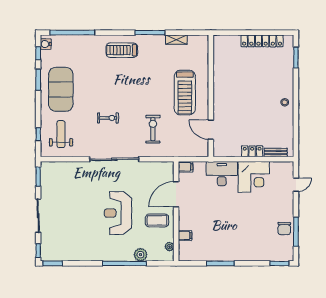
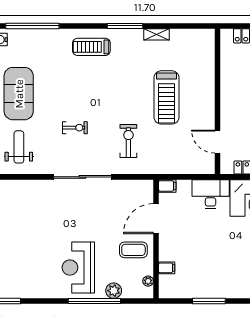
wall: (211, 96) -> (217, 101), moved
door: (211, 130) -> (217, 142), moved
reception desk: (118, 213) -> (78, 268), moved

